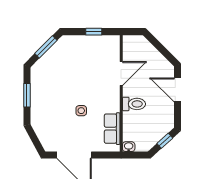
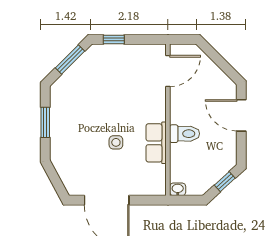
window: (94, 32) -> (114, 39), moved
door: (121, 73) -> (168, 71), moved
row of seats: (112, 129) -> (156, 143), moved

